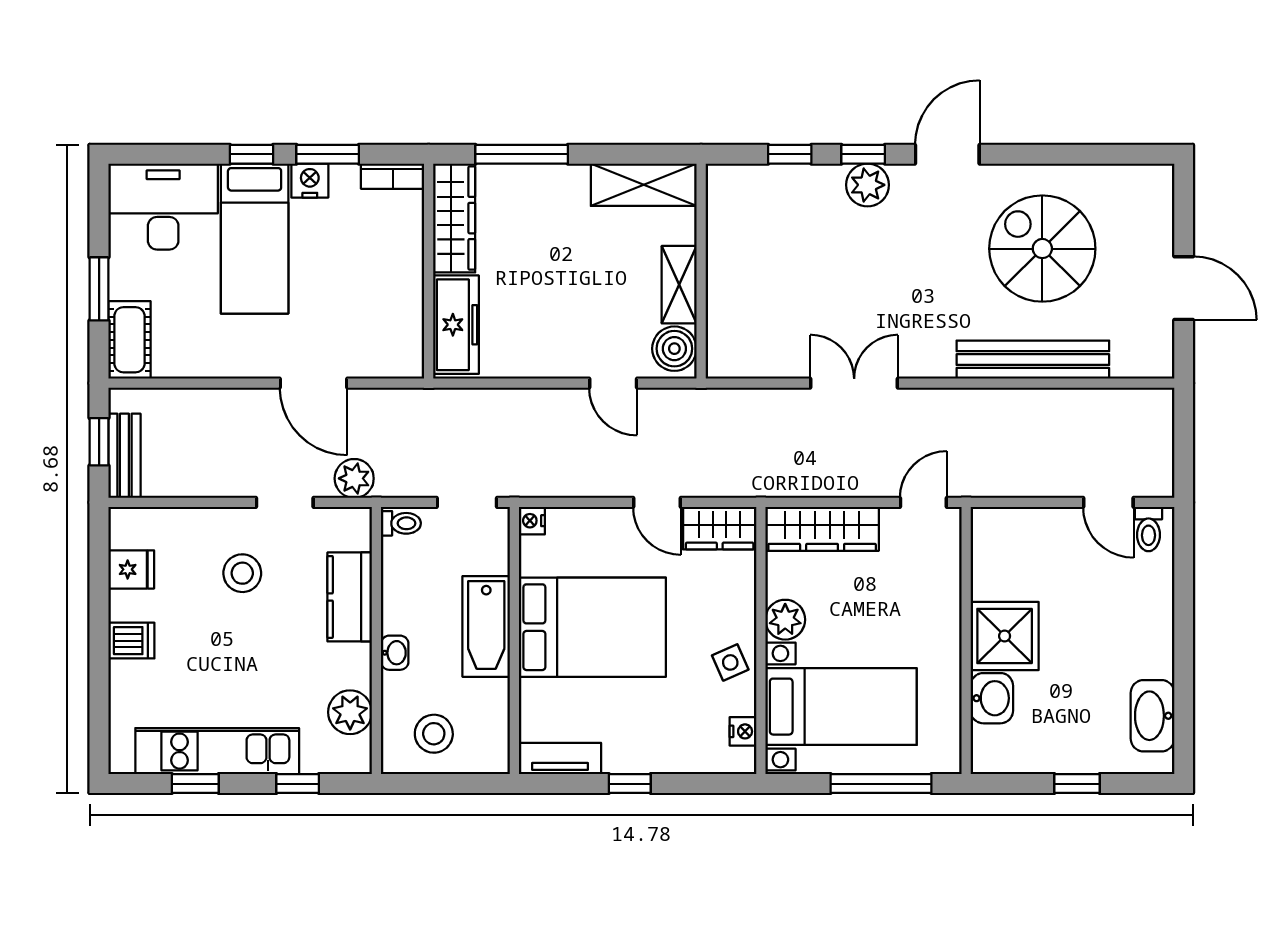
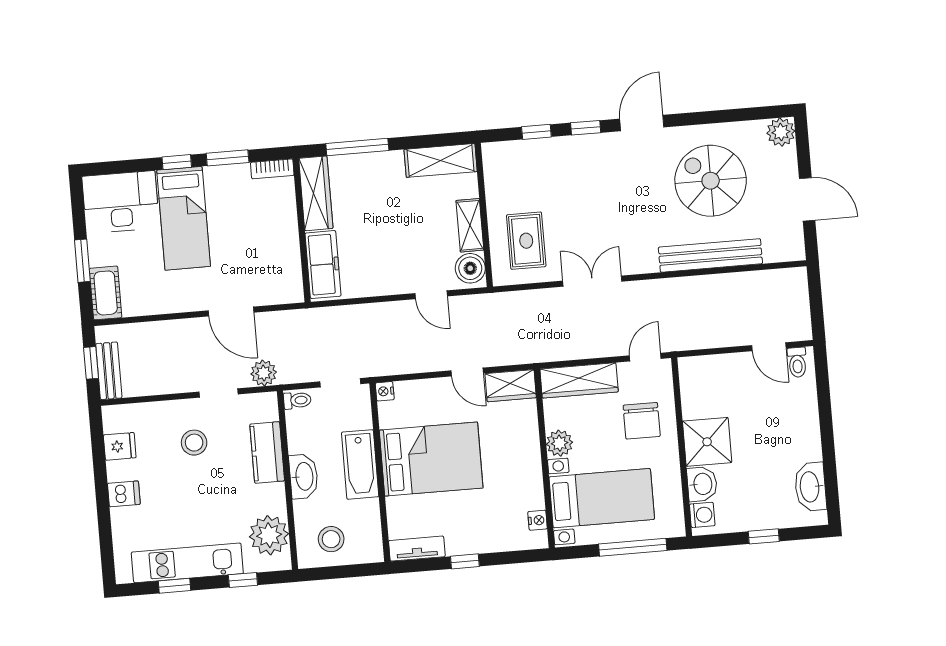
nightstand: (310, 181) -> (217, 176), removed
plant: (867, 185) -> (781, 132), moved
rug: (761, 315) -> (526, 241), added
chair: (910, 597) -> (642, 421), added
washbasin: (395, 653) -> (304, 476), width x1.91, depth x1.45
side table: (730, 662) -> (525, 475), removed
plant: (350, 712) -> (269, 535), width x1.36, depth x1.36
washing machine: (988, 744) -> (702, 515), added

